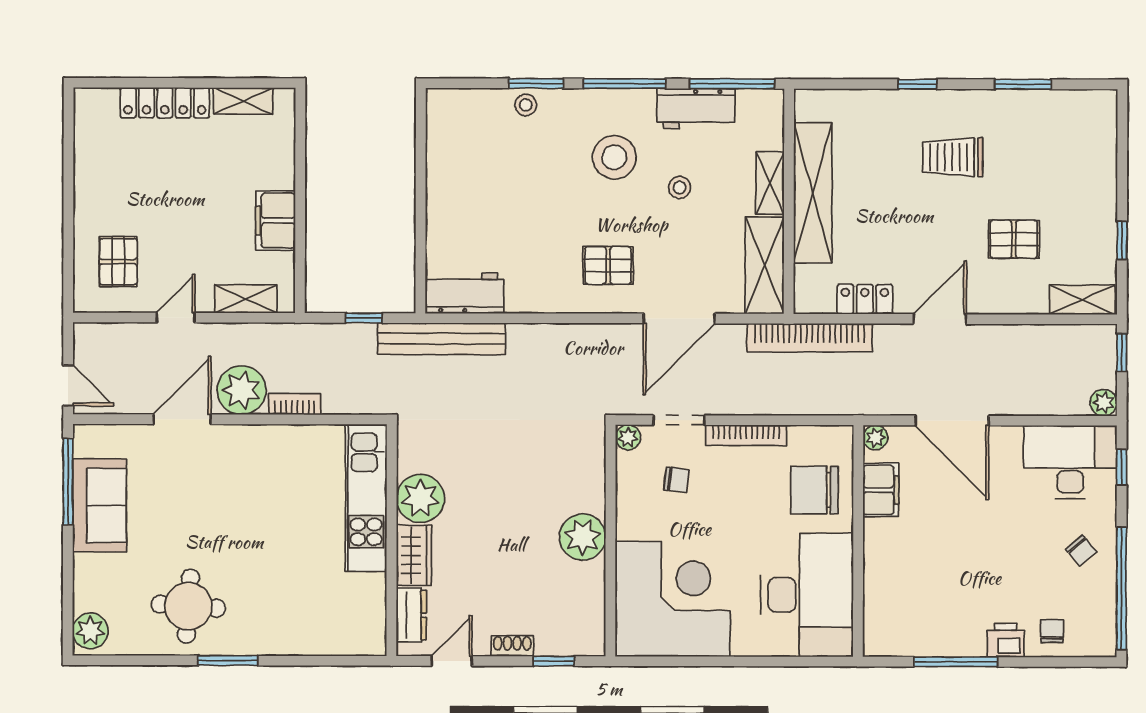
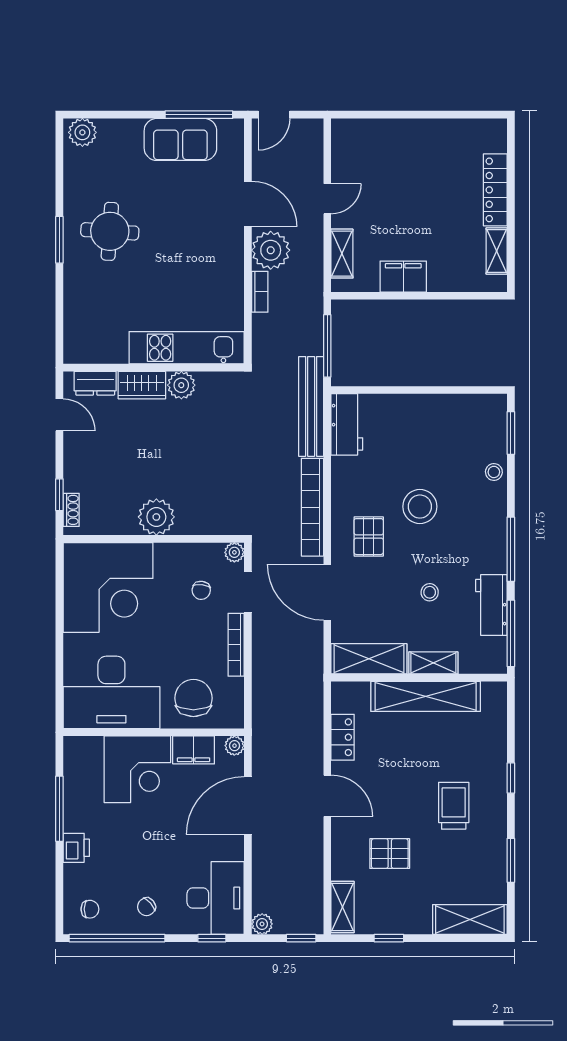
window: (536, 83) -> (511, 433), moved
shelving: (1098, 137) -> (470, 920), added
stool: (614, 157) -> (420, 507), moved
pallet: (1014, 239) -> (390, 854), turned 90
pallet: (118, 262) -> (371, 154), removed
door: (176, 318) -> (327, 199), hinge flipped
window: (364, 318) -> (327, 346), width x2.17
bookcase: (810, 338) -> (312, 507), moved
plant: (420, 498) -> (181, 385), width x0.73, depth x0.73
corner desk: (905, 562) -> (137, 769), added
round table: (188, 606) -> (110, 231), moved
chair: (1052, 631) -> (90, 909), moved
shoe rack: (512, 646) -> (71, 510), moved

